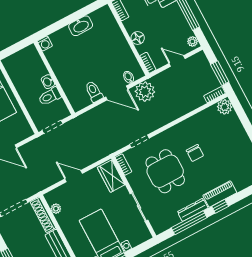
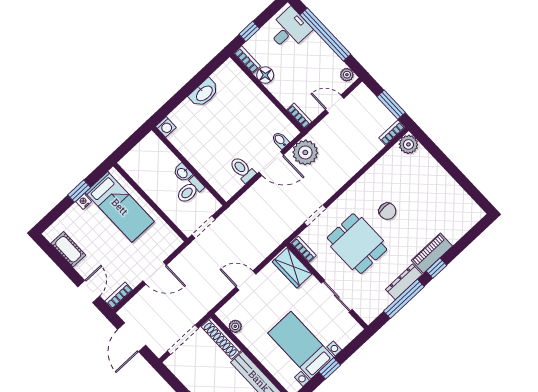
floor lamp: (138, 38) -> (265, 75), moved

